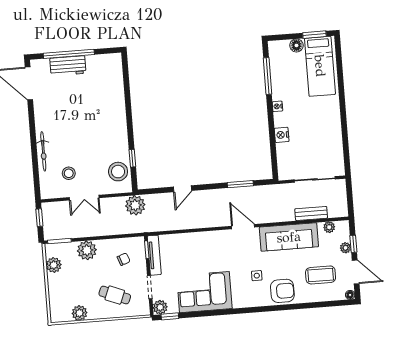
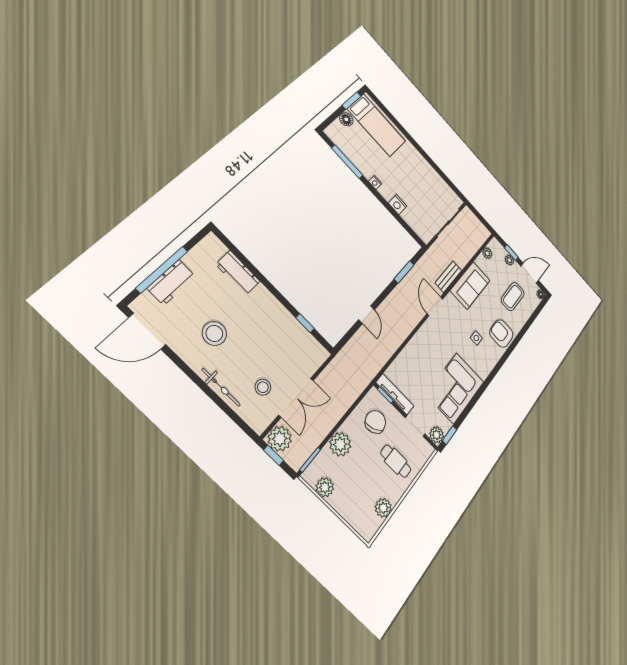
workbench: (115, 92) -> (238, 273), added
stool: (118, 172) -> (214, 333), moved
double door: (84, 198) -> (296, 398), width x1.37
plant: (135, 205) -> (280, 439), moved
bench: (311, 213) -> (448, 277), moved
door: (243, 227) -> (435, 306), hinge flipped
sofa: (289, 237) -> (470, 285), width x0.73
chair: (124, 259) -> (375, 422), width x1.87, depth x1.87
armchair: (282, 291) -> (501, 333), turned -90
cafe table: (115, 295) -> (396, 461), turned 68

